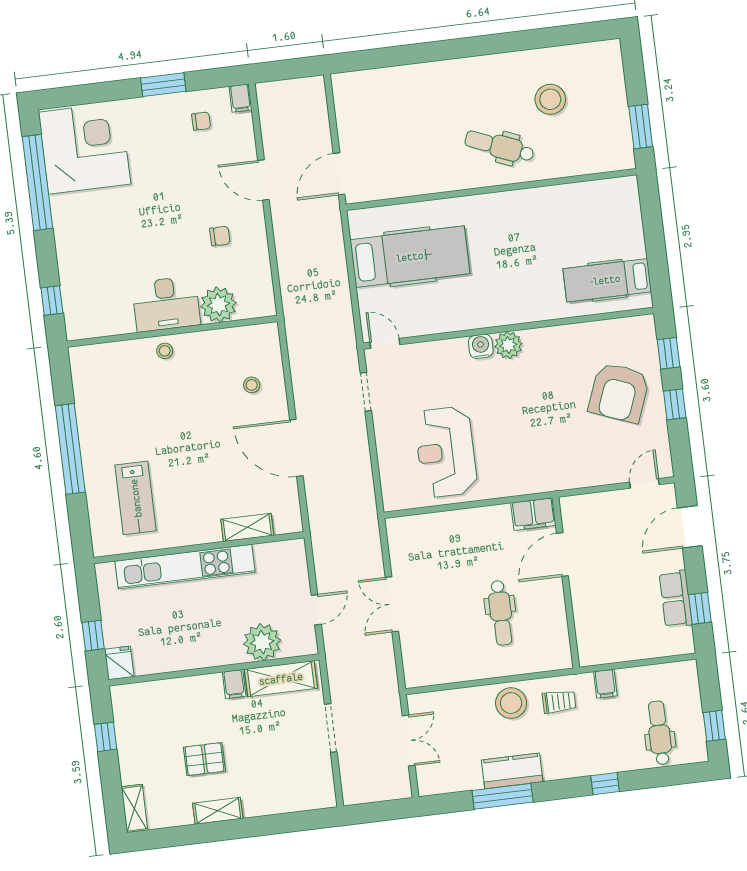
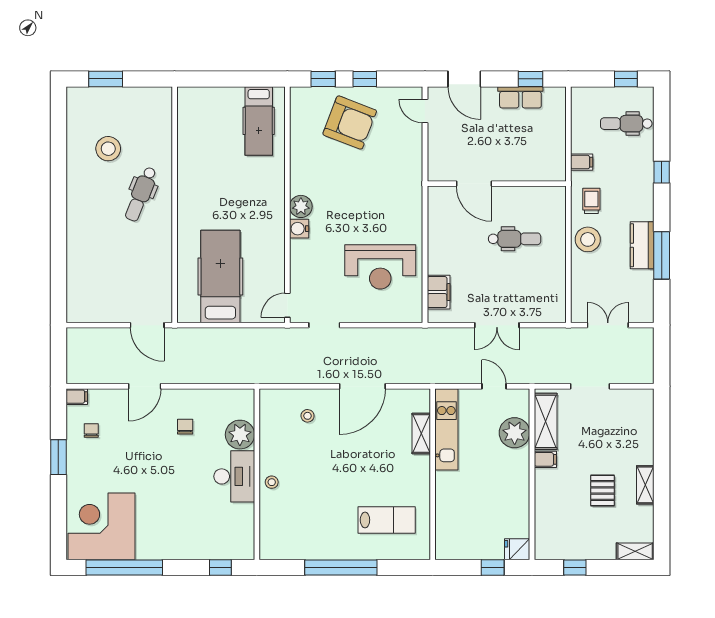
window: (641, 127) -> (106, 79), moved
filing cabinet: (533, 514) -> (439, 292), moved
kitchen unit: (185, 567) -> (446, 429), moved, width x0.73

